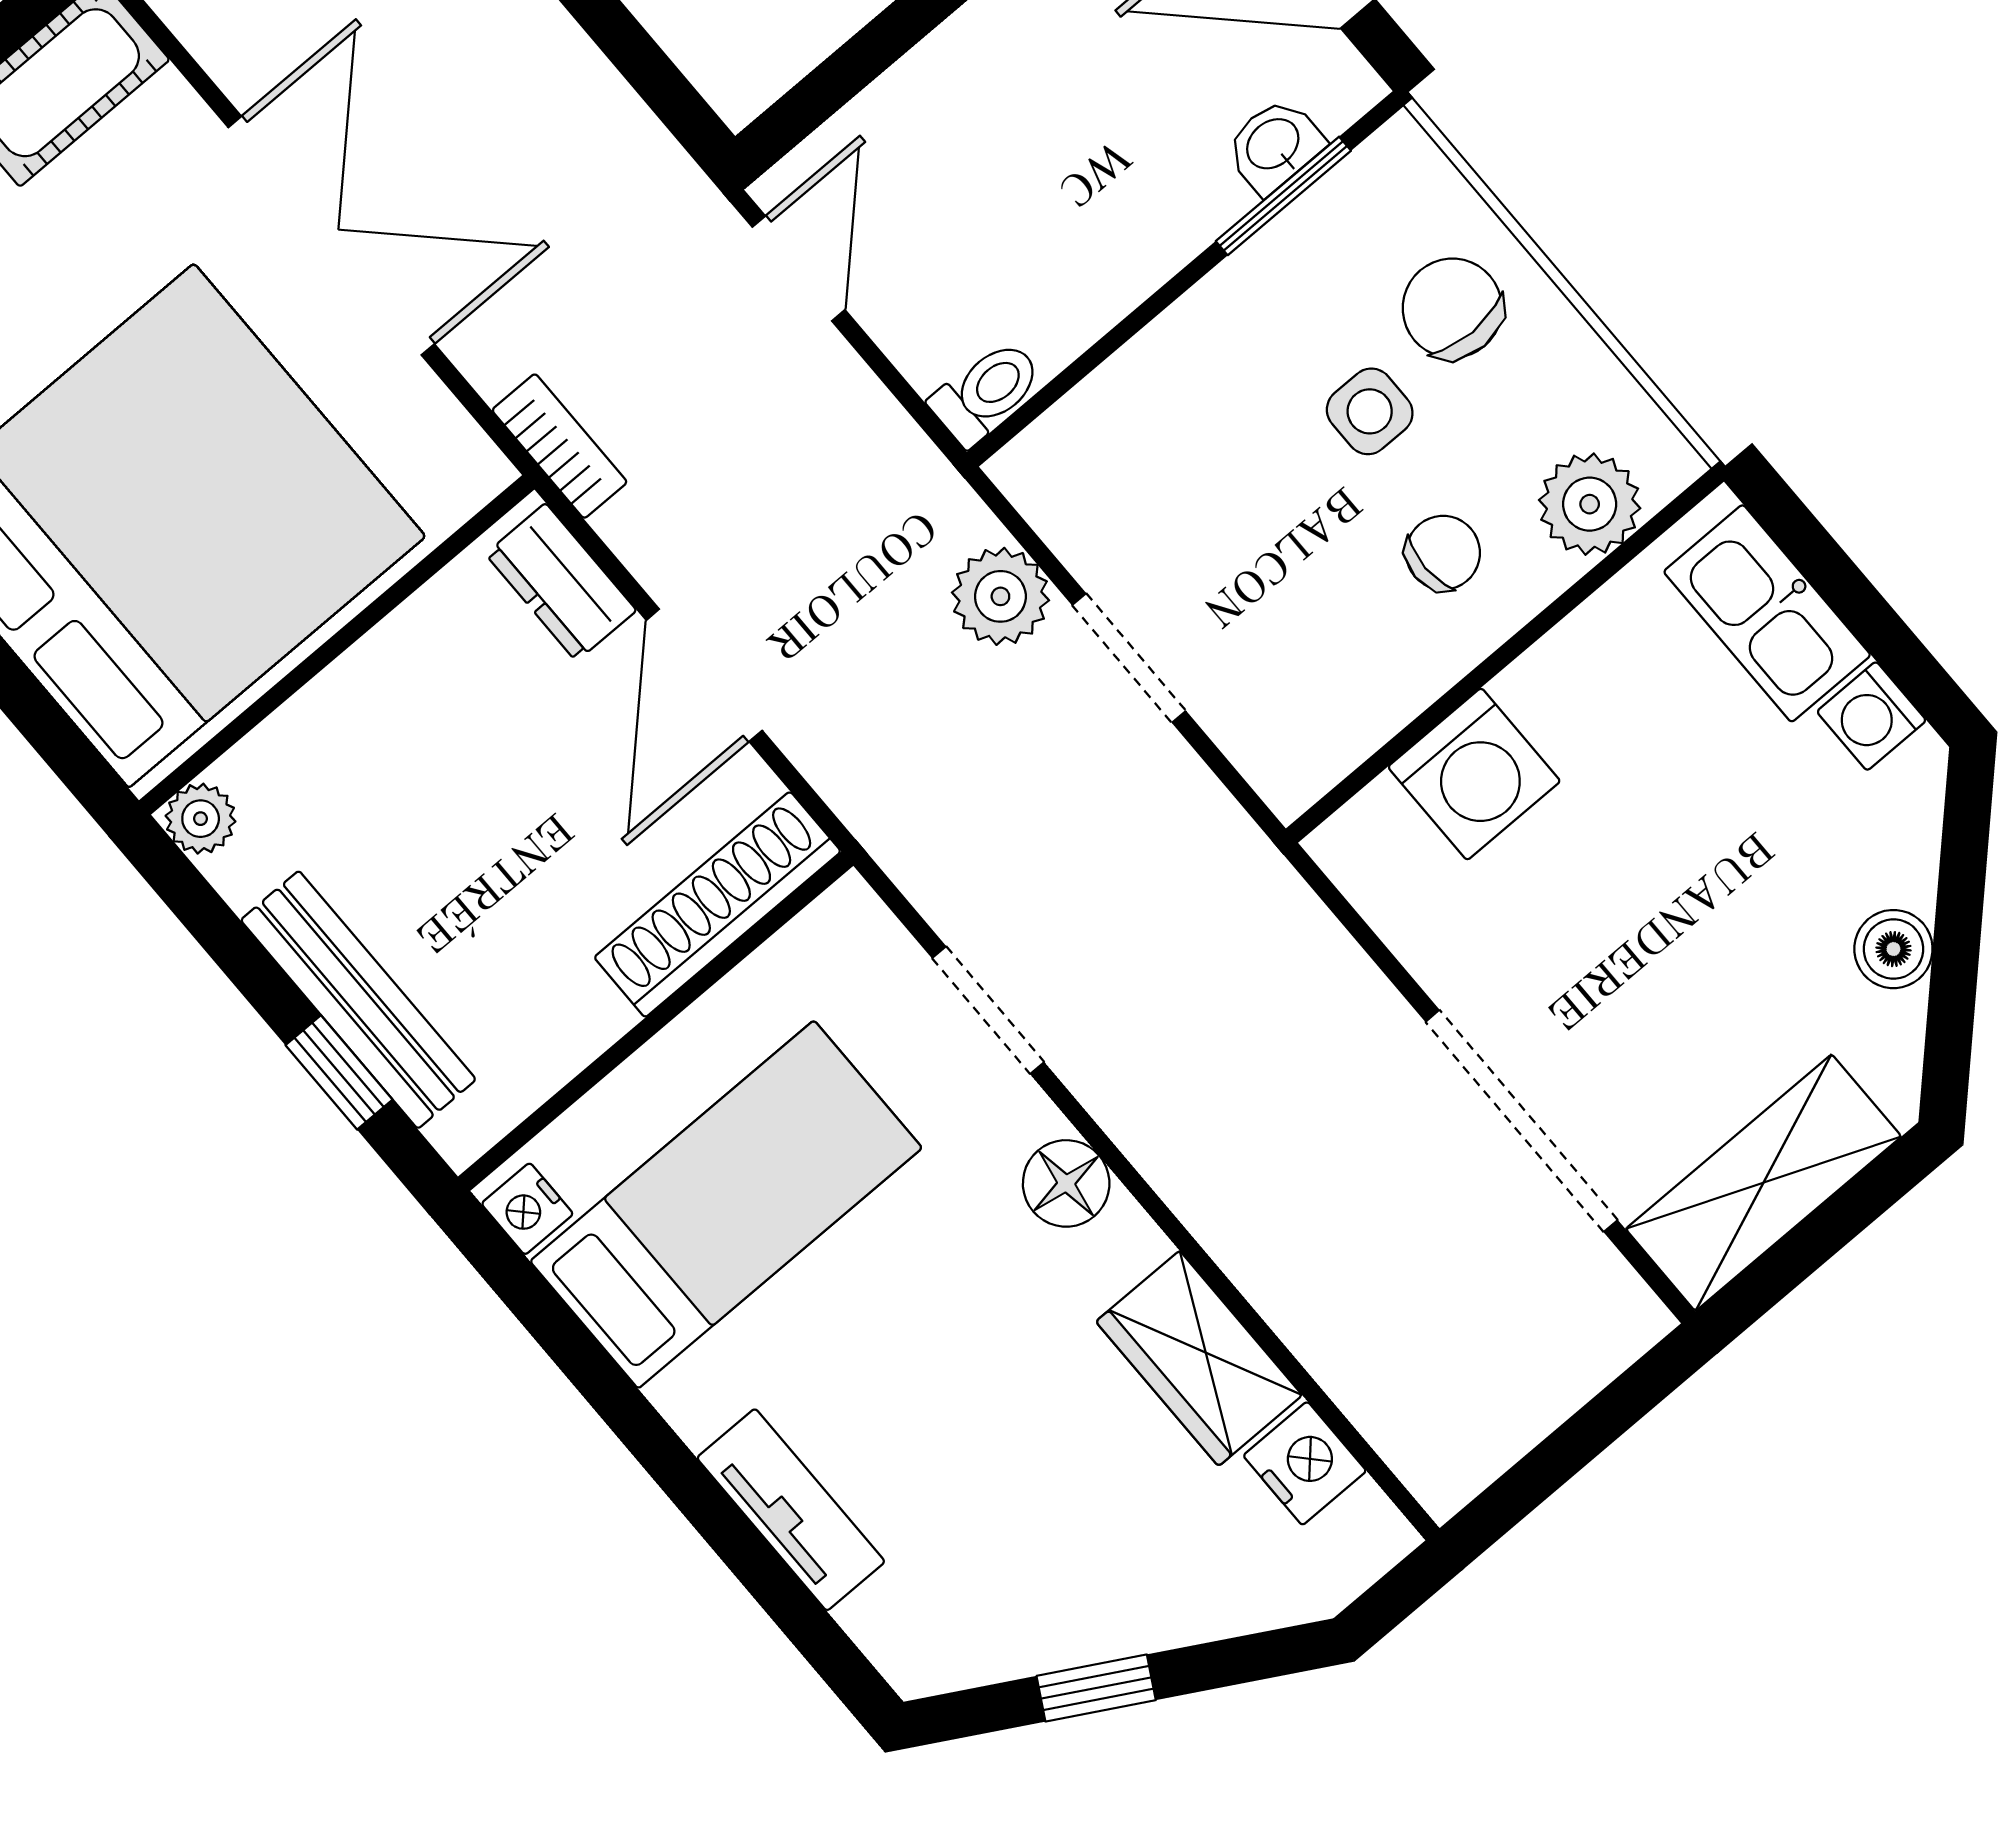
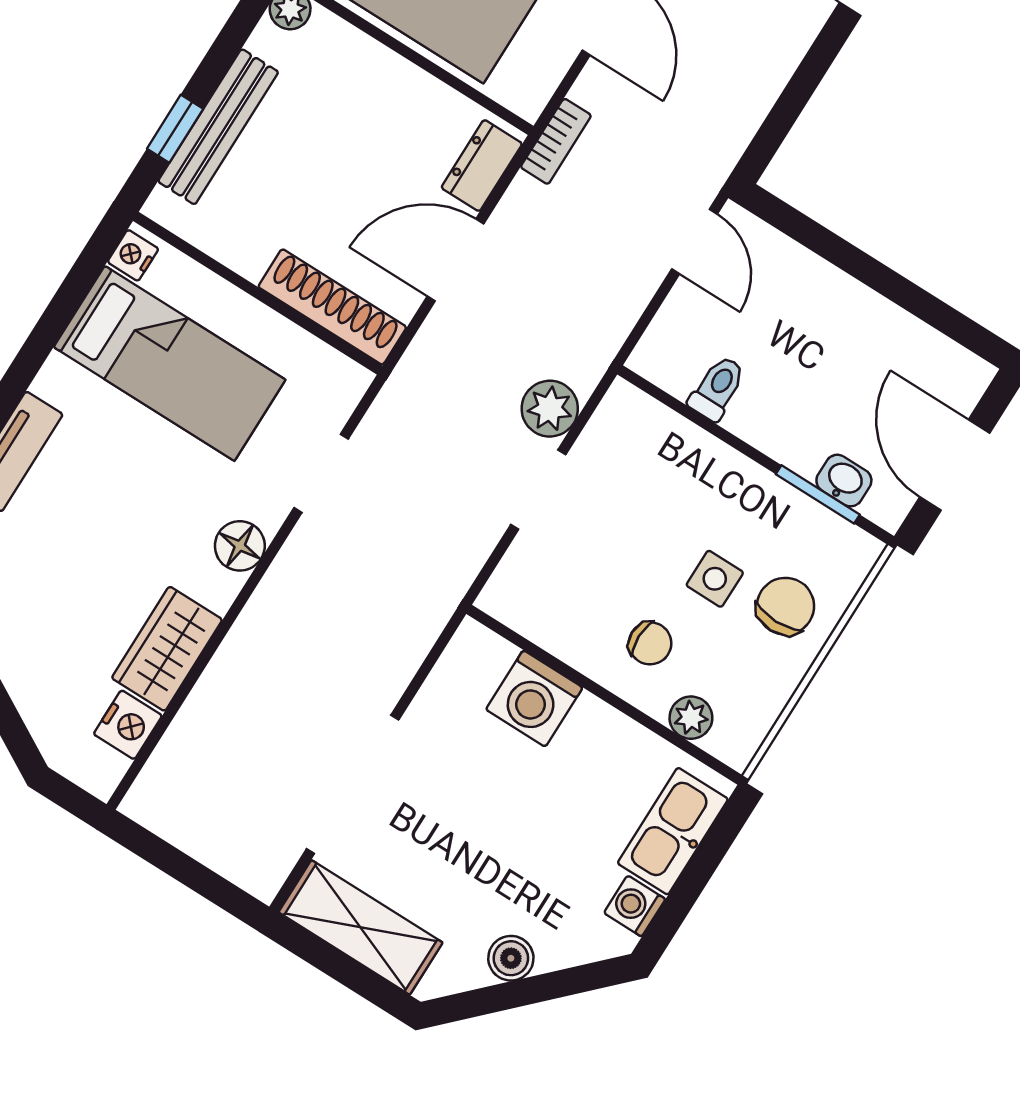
door: (799, 268) -> (694, 242), hinge flipped
toilet: (986, 392) -> (717, 388), moved, turned -90
plant: (1590, 504) -> (691, 718), width x0.73, depth x0.73

